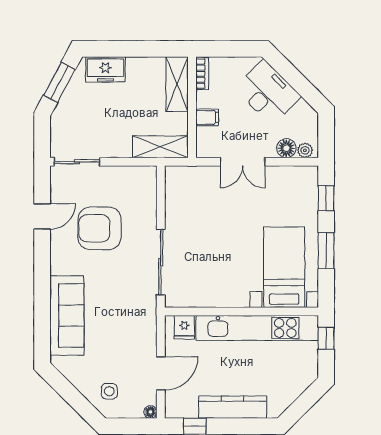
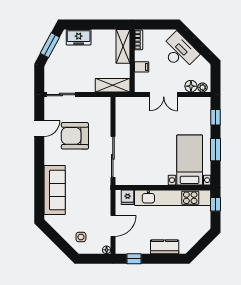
kitchen counter: (233, 407) -> (165, 247), width x0.67

